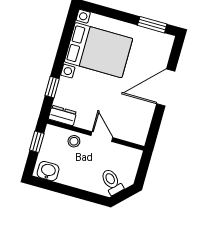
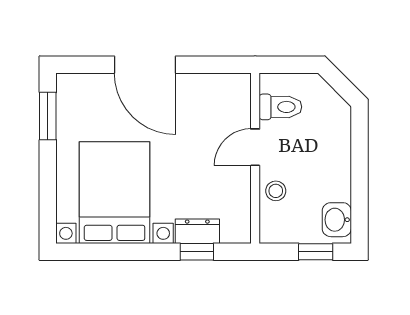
dresser: (63, 115) -> (197, 231), moved, turned 90
window: (37, 142) -> (316, 252), moved
toilet: (112, 182) -> (280, 107), moved, turned -135

